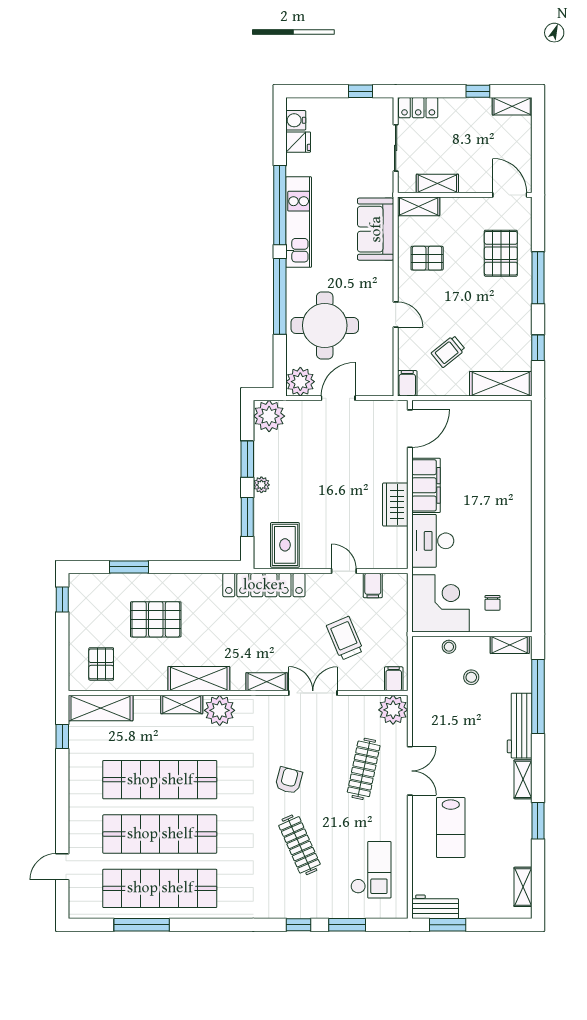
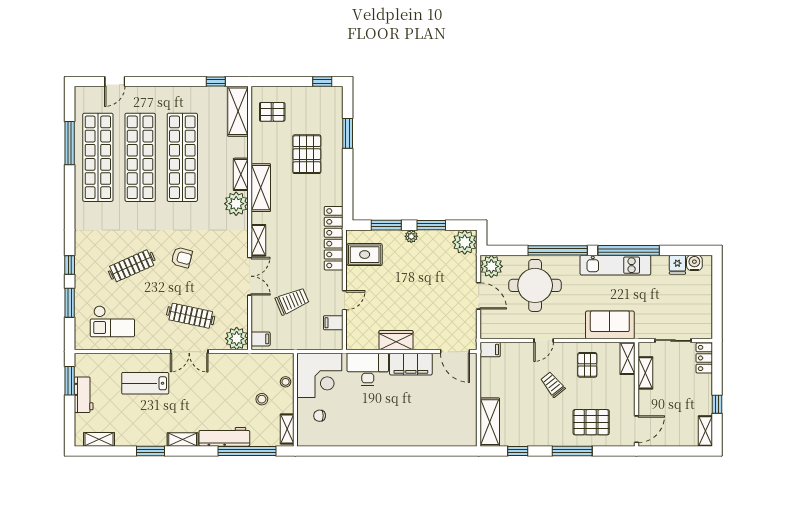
window: (360, 91) -> (717, 313), removed
trolley: (448, 351) -> (553, 384), moved
door: (62, 867) -> (115, 82), swing flipped
workbench: (435, 907) -> (84, 395), moved

